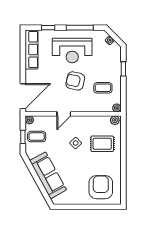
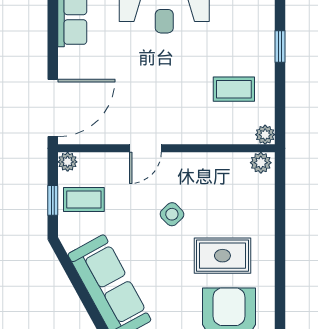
armchair: (75, 81) -> (171, 74), removed
rug: (102, 144) -> (222, 256), moved

